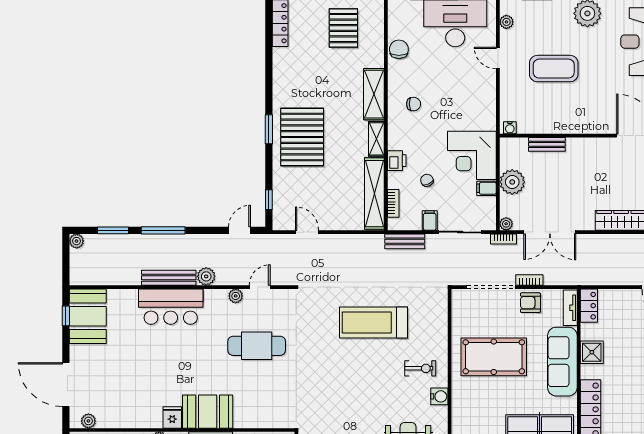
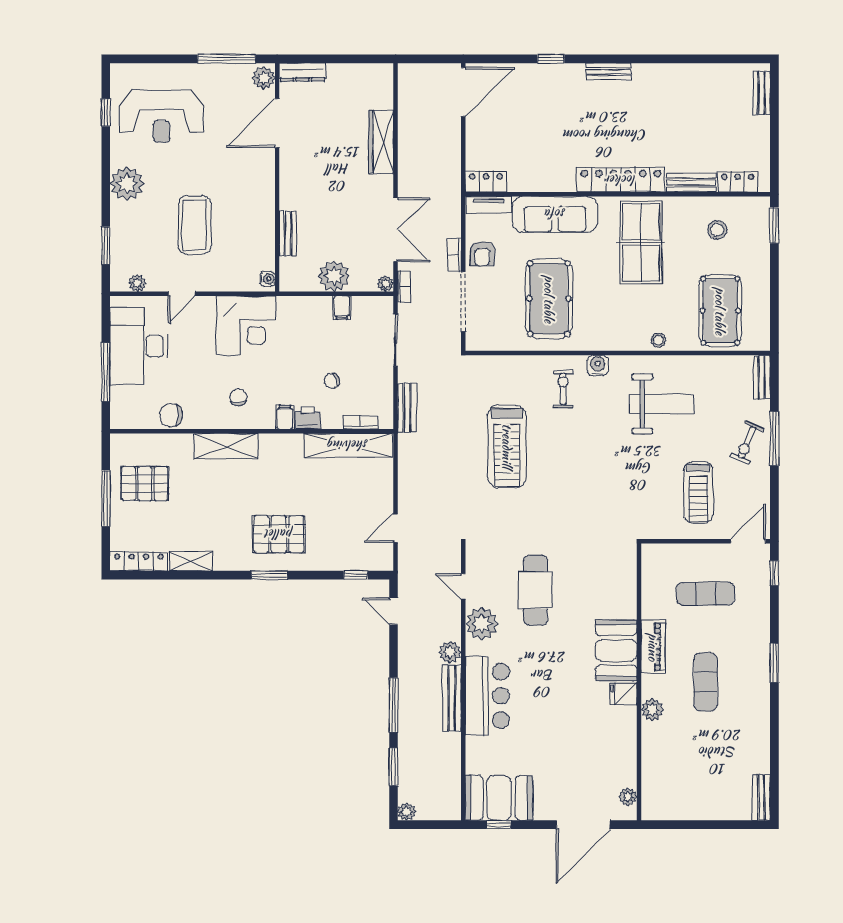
pallet: (302, 137) -> (279, 534), width x0.73, depth x0.71
shelving: (376, 139) -> (191, 561), moved
corner desk: (472, 155) -> (246, 326), moved
filing cabinet: (430, 220) -> (285, 417), moved, turned 90
plant: (236, 296) -> (482, 624), width x1.87, depth x1.87
shower: (592, 352) -> (543, 178), removed

